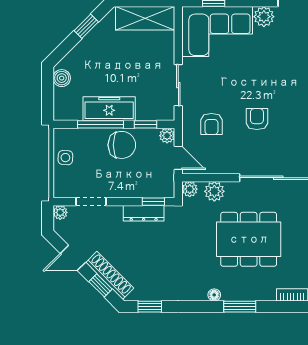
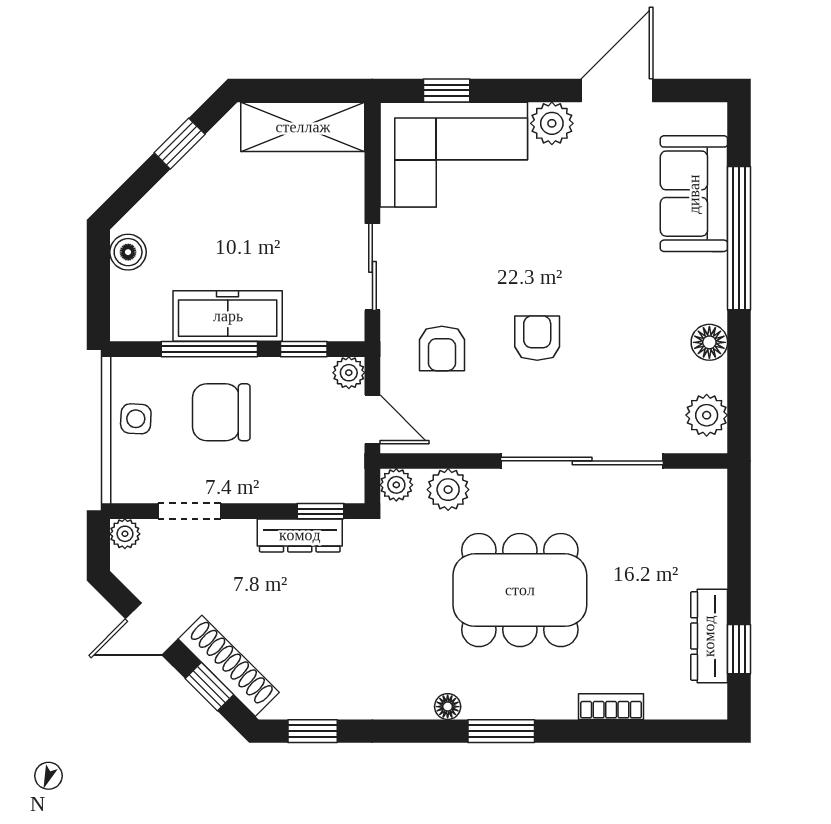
chair: (122, 145) -> (221, 412), moved, turned 180

